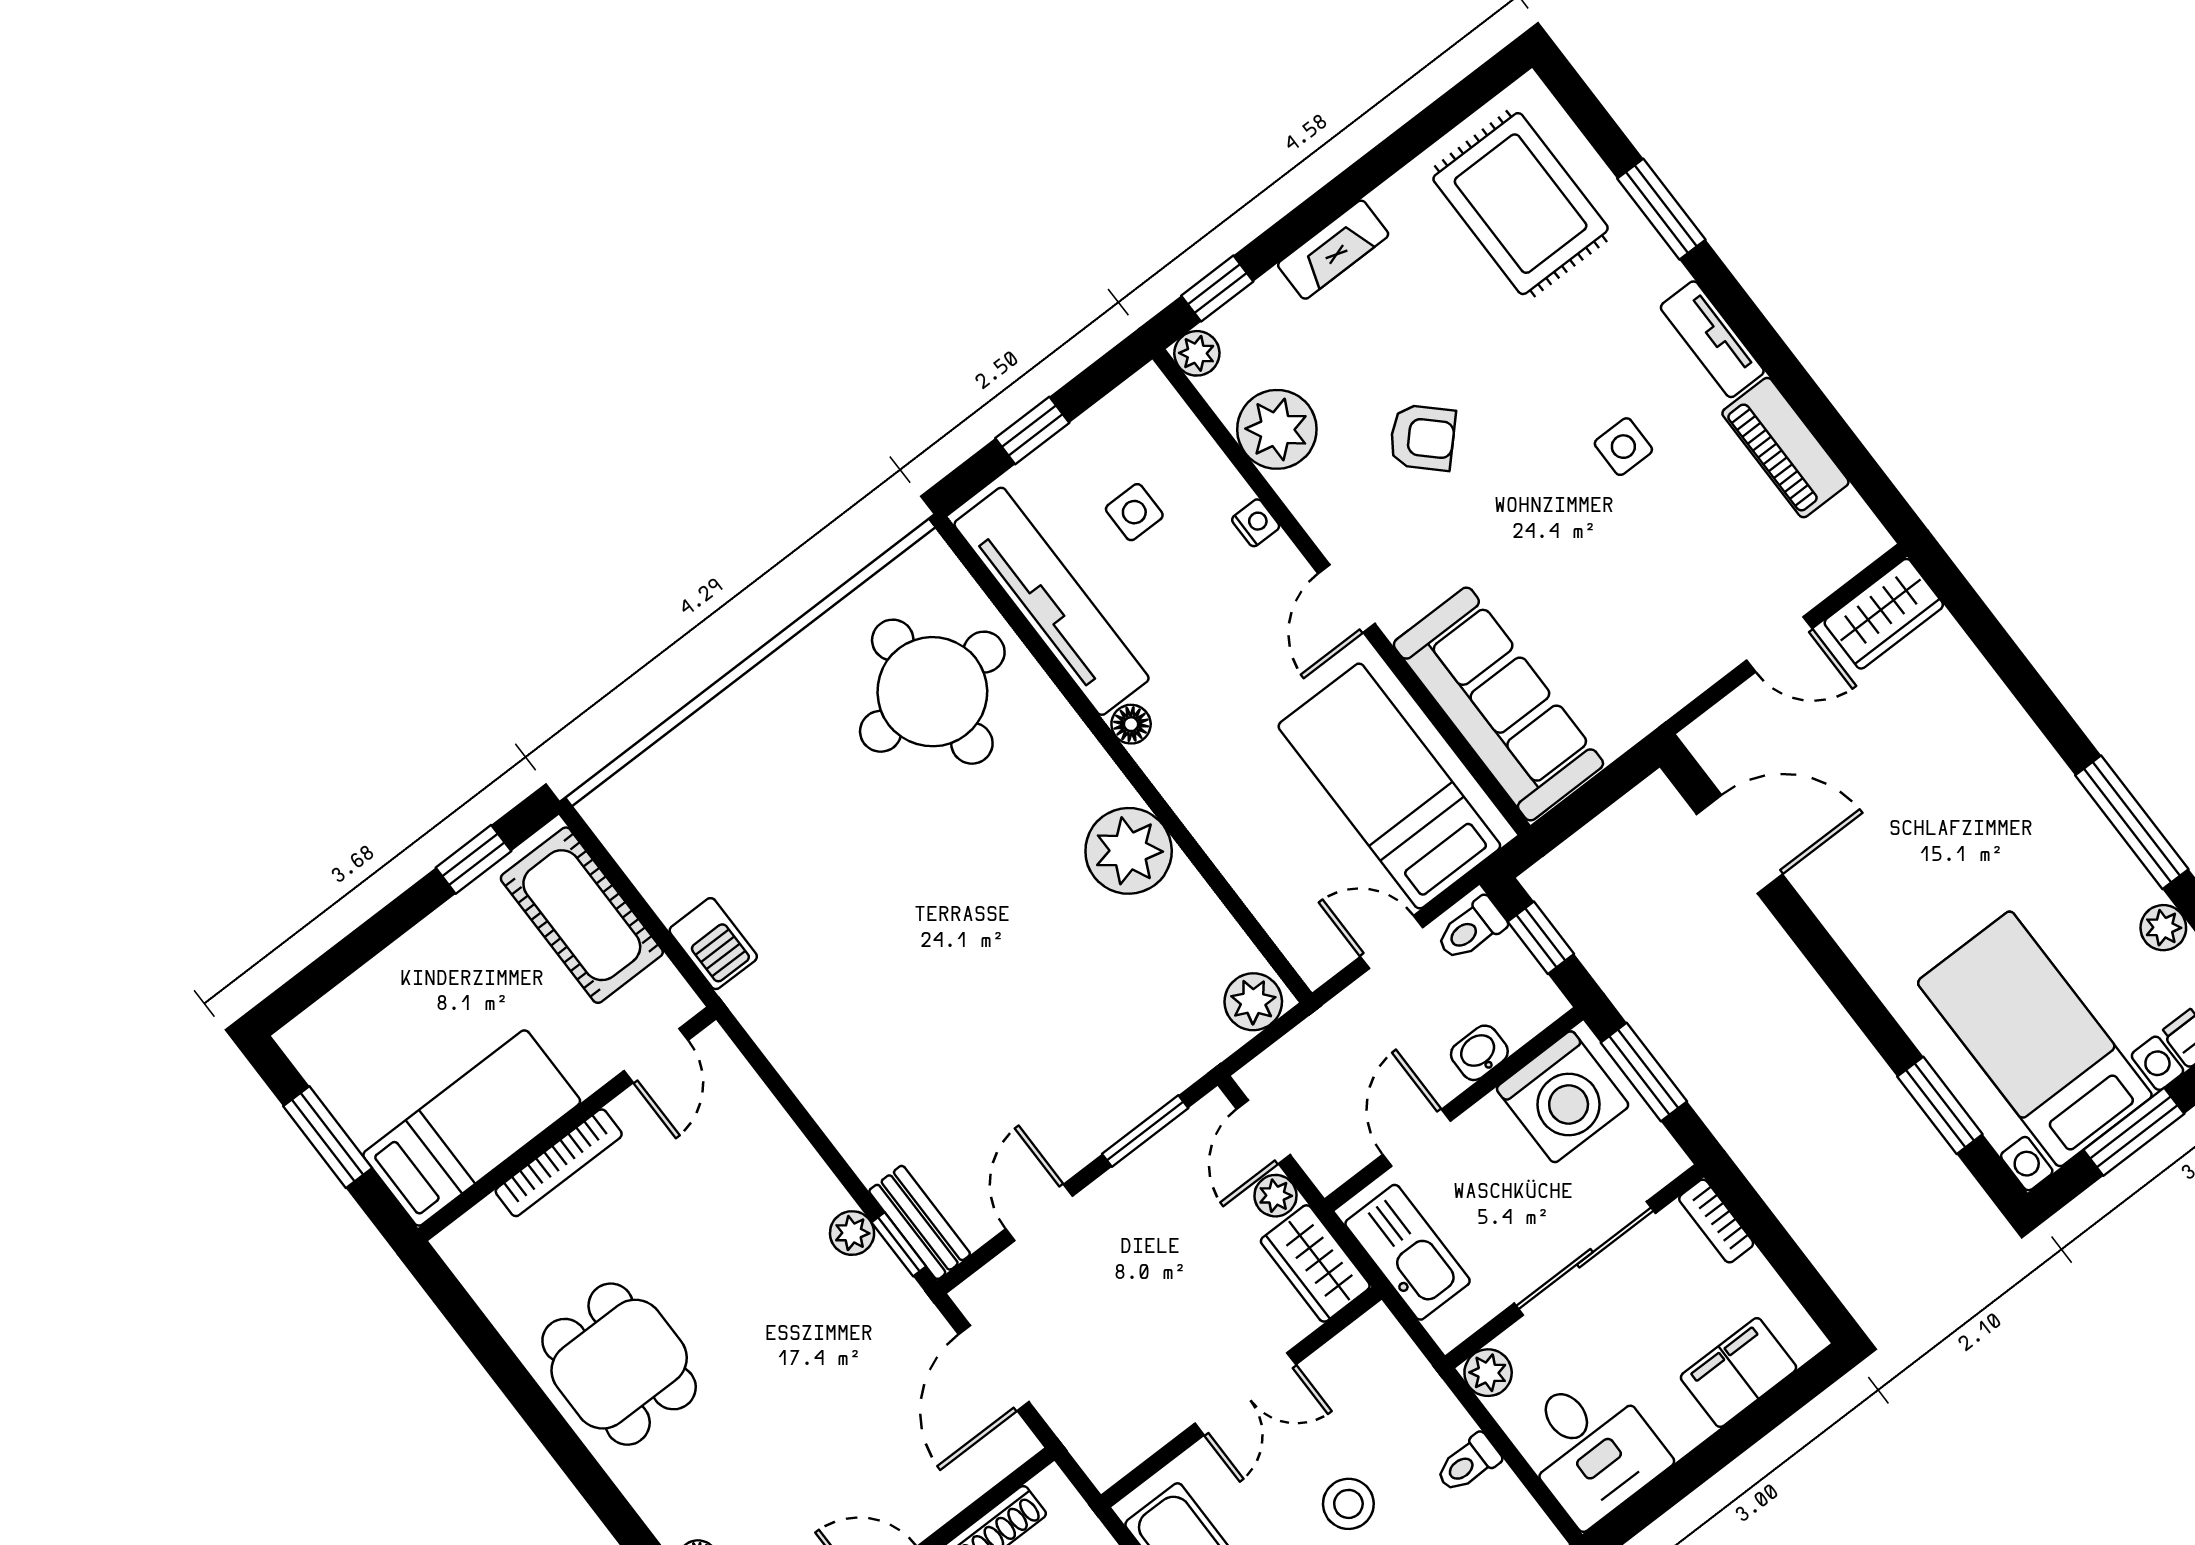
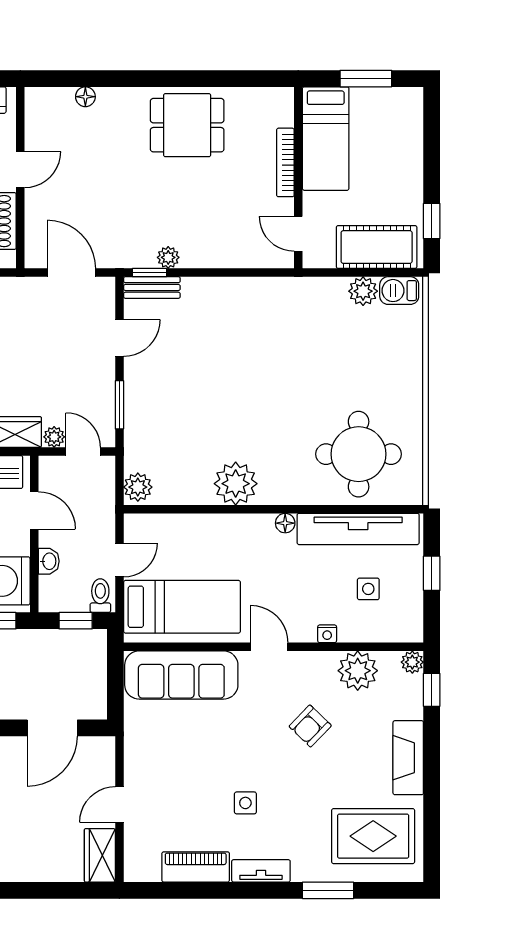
fireplace: (1333, 250) -> (408, 758), width x1.37, depth x1.32
plant: (668, 883) -> (363, 291), added
barbecue: (713, 944) -> (399, 291), moved
door: (1039, 1212) -> (119, 338), hinge flipped

